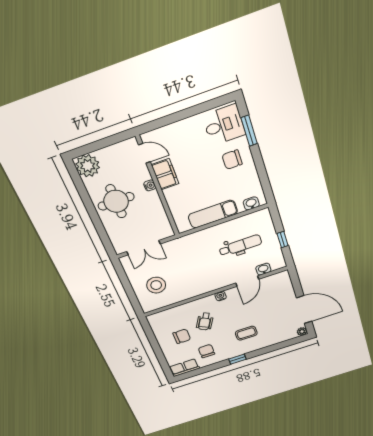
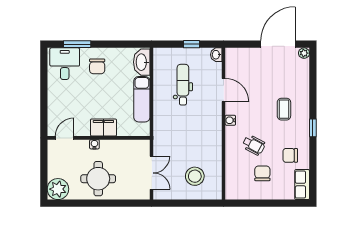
filing cabinet: (165, 174) -> (103, 128), moved
washbasin: (251, 203) -> (142, 62), width x1.91, depth x1.45
washbasin: (263, 269) -> (216, 55), moved

